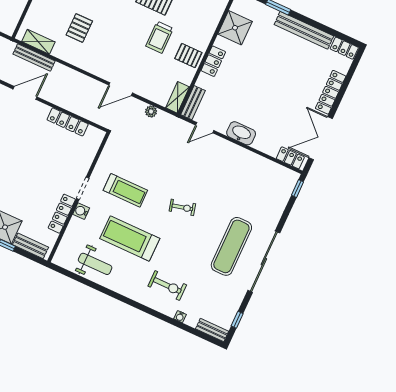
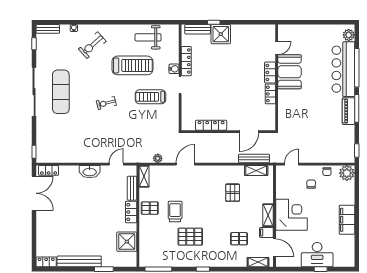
locker: (331, 92) -> (42, 228), removed
bench: (193, 103) -> (132, 188), moved
exercise bike: (167, 286) -> (92, 45), turned -42

